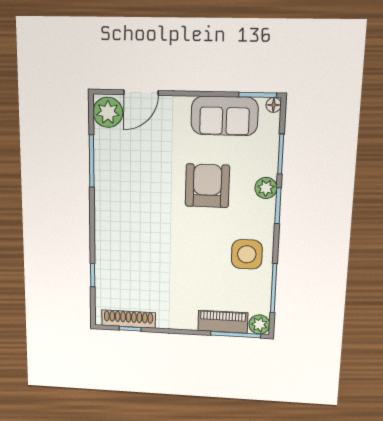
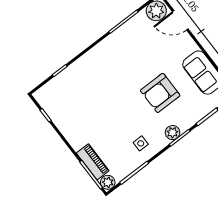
armchair: (207, 186) -> (160, 93), turned 180
plant: (266, 188) -> (173, 133), moved
side table: (247, 254) -> (141, 143), width x0.54, depth x0.54
shoe rack: (128, 319) -> (51, 110), removed

